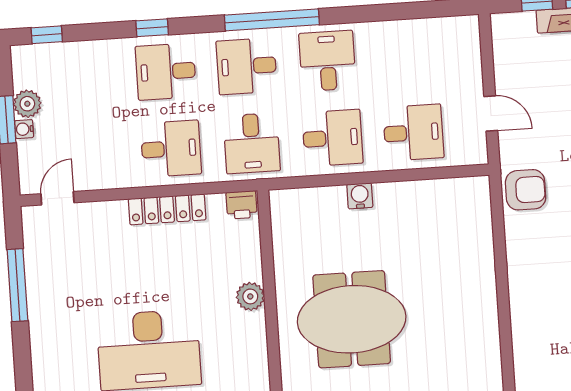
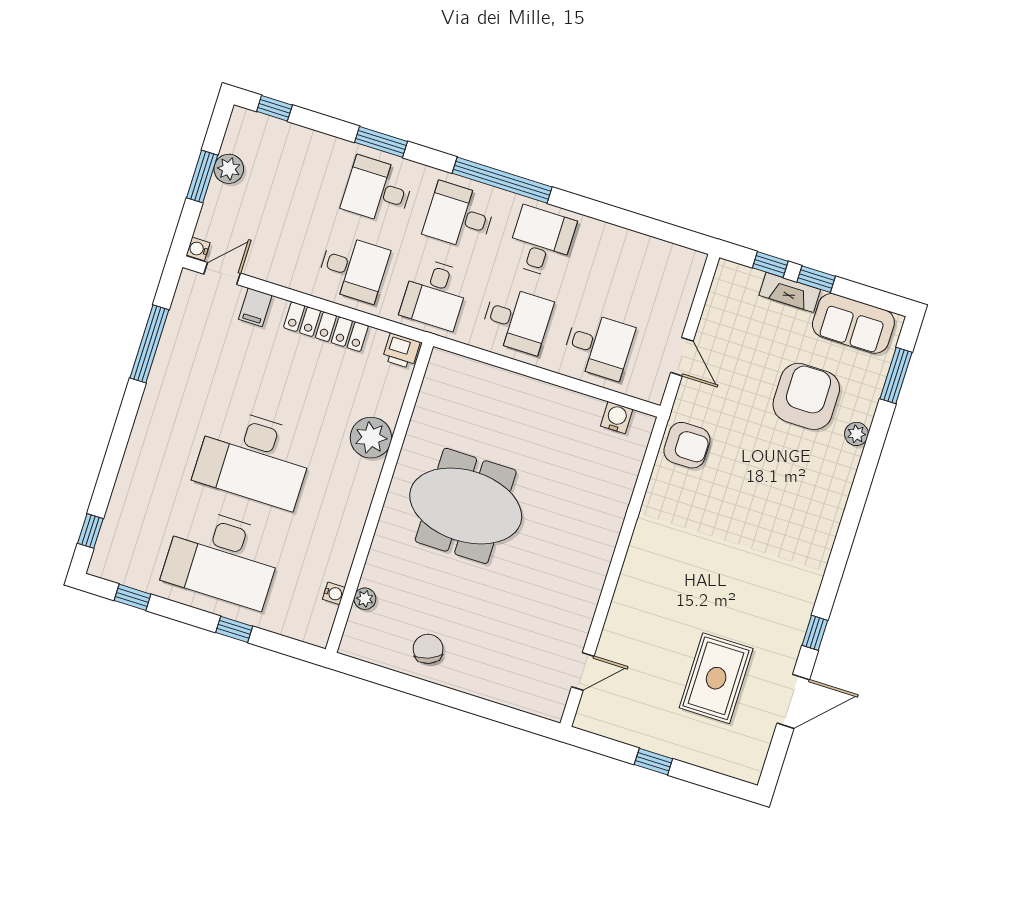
window: (152, 28) -> (381, 142), width x1.50
water cooler: (24, 129) -> (198, 249), moved
water cooler: (360, 196) -> (617, 418), moved
filing cabinet: (98, 217) -> (255, 307), added
plant: (250, 296) -> (371, 438), width x1.36, depth x1.36

